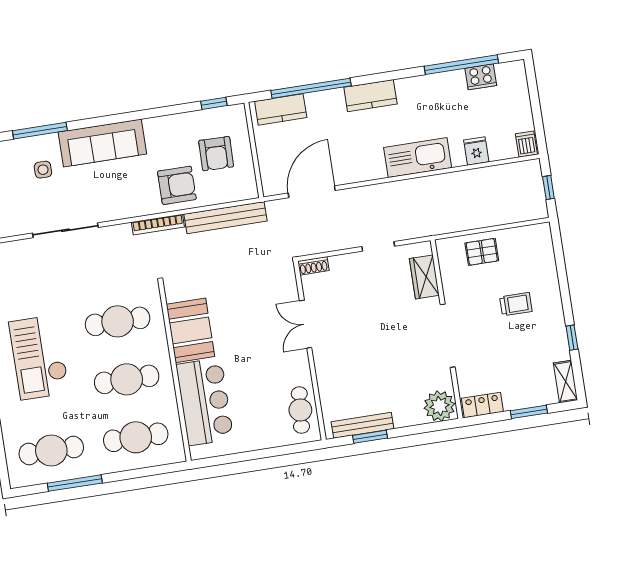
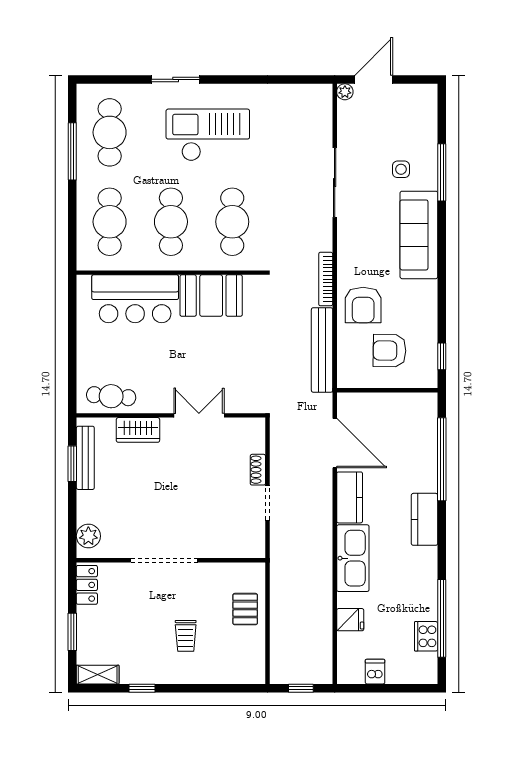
kitchen counter: (281, 109) -> (350, 497), moved, turned 180
dishwasher: (526, 144) -> (375, 672), moved, turned -90
shoe rack: (313, 266) -> (258, 470), moved
wardrobe: (424, 277) -> (138, 430), moved, turned 180
plant: (439, 406) -> (88, 536), width x0.73, depth x0.73

